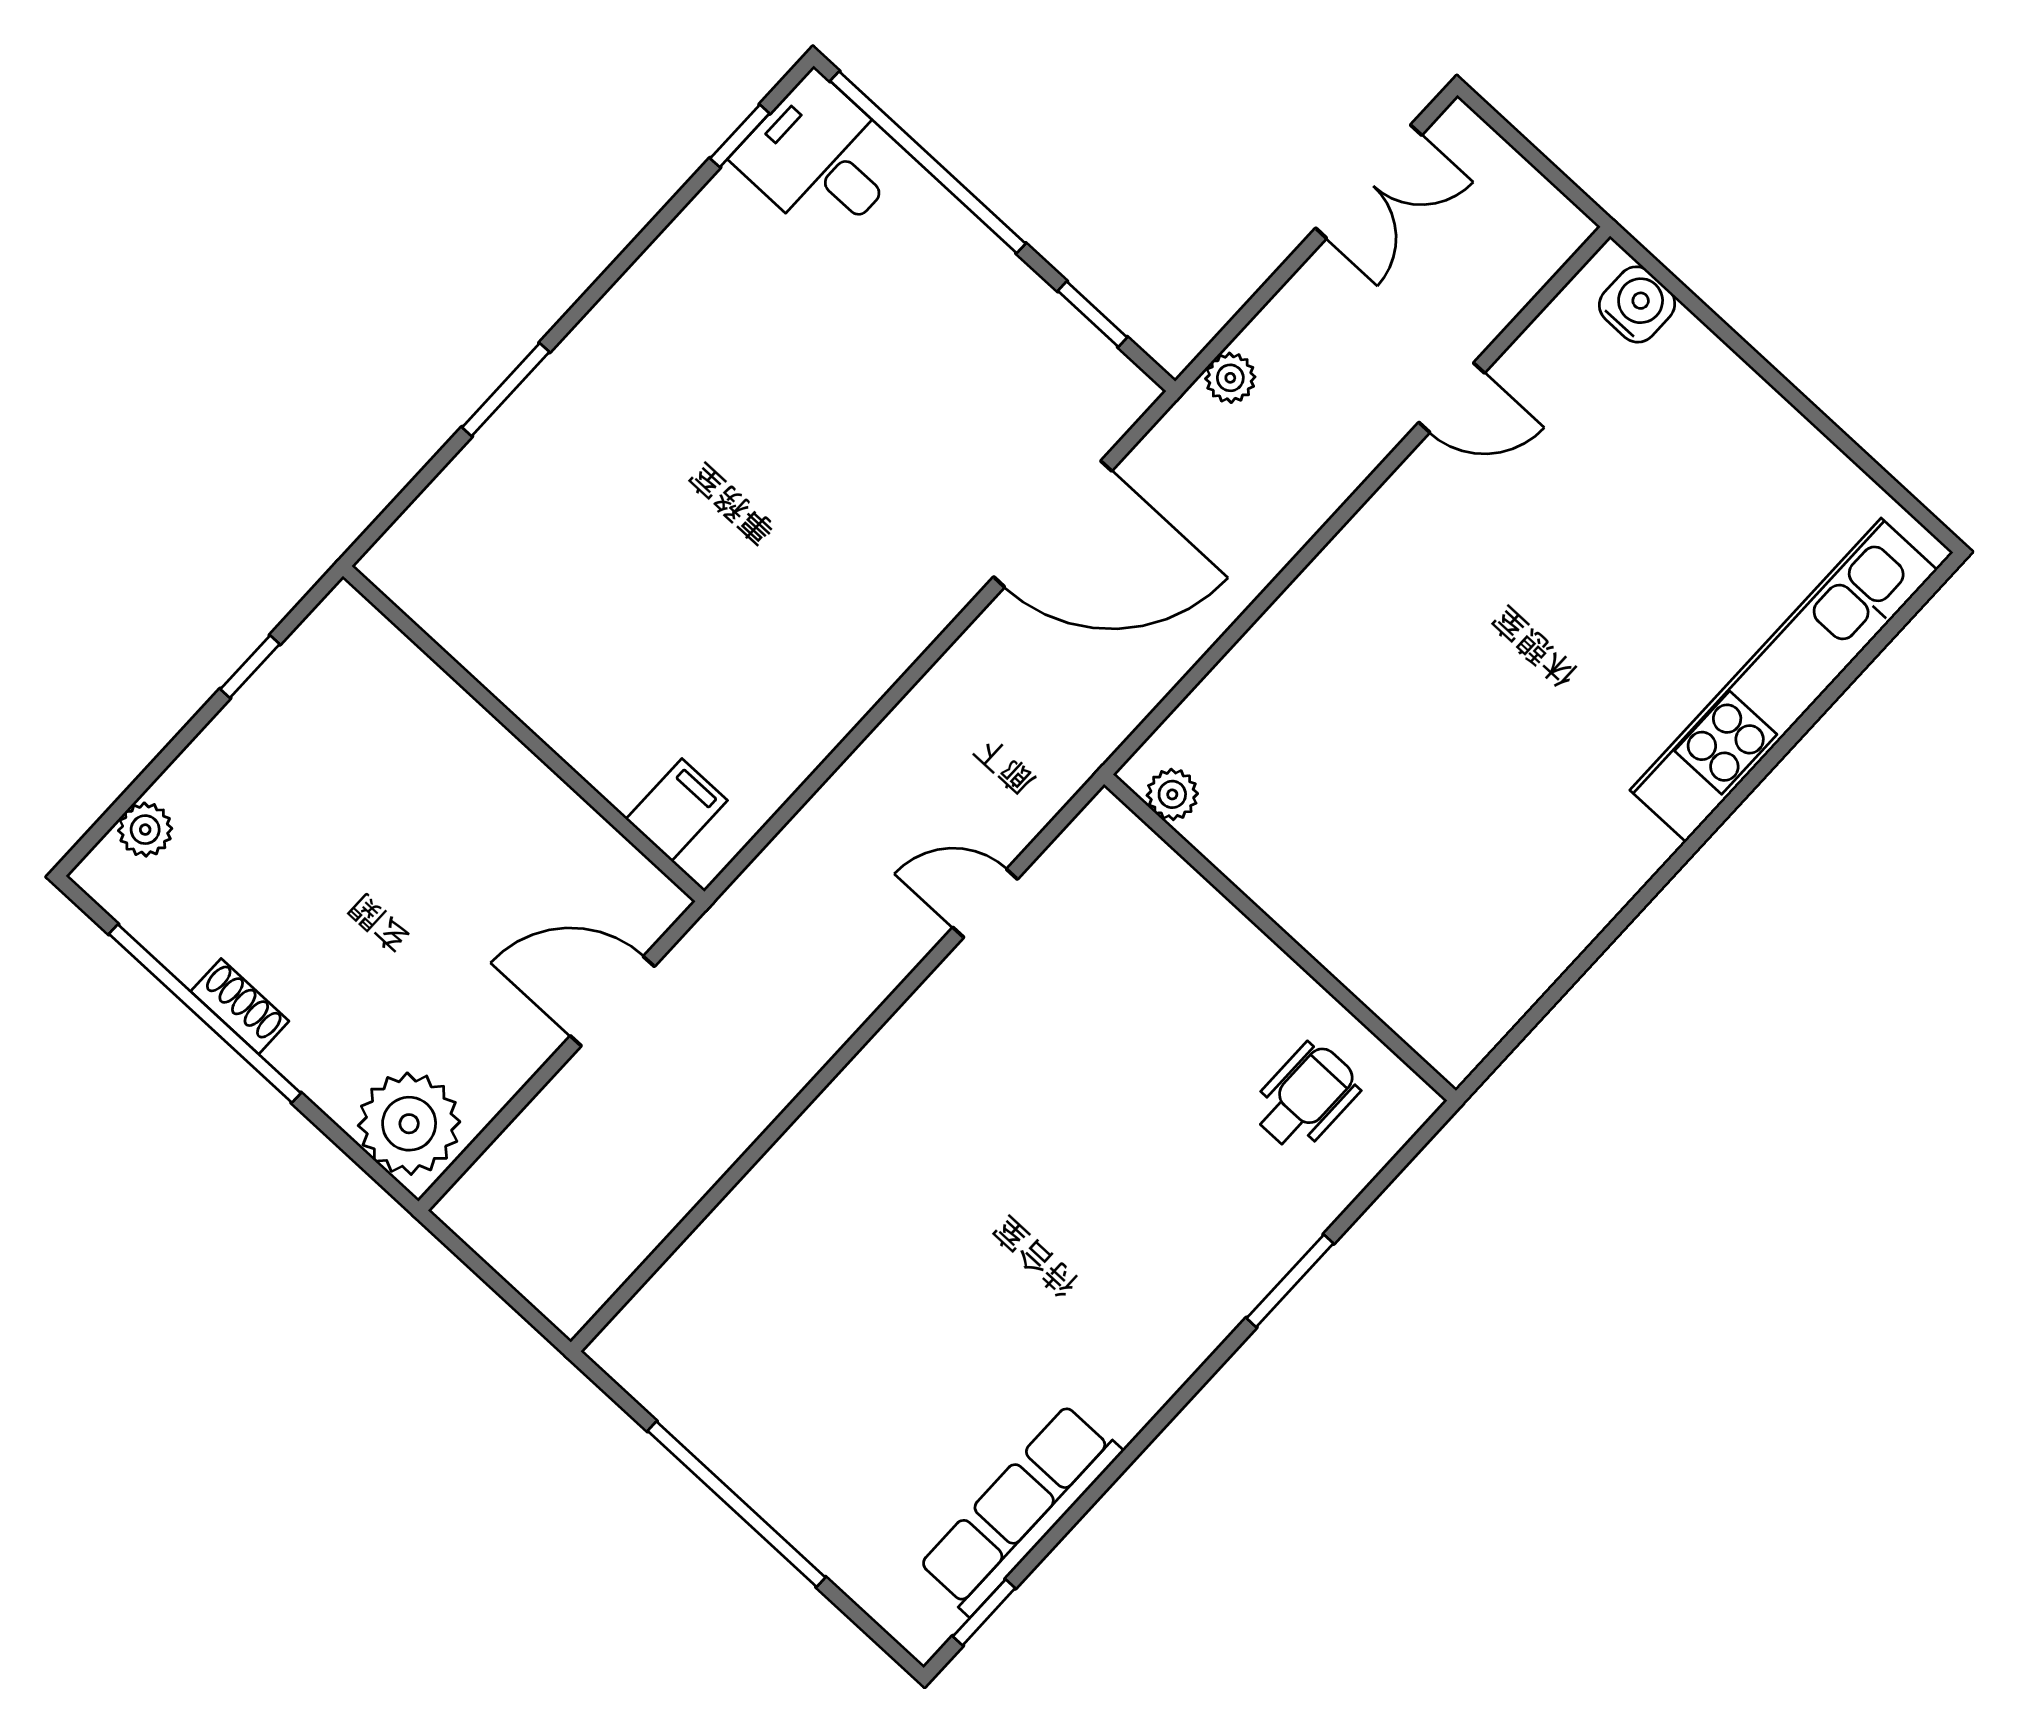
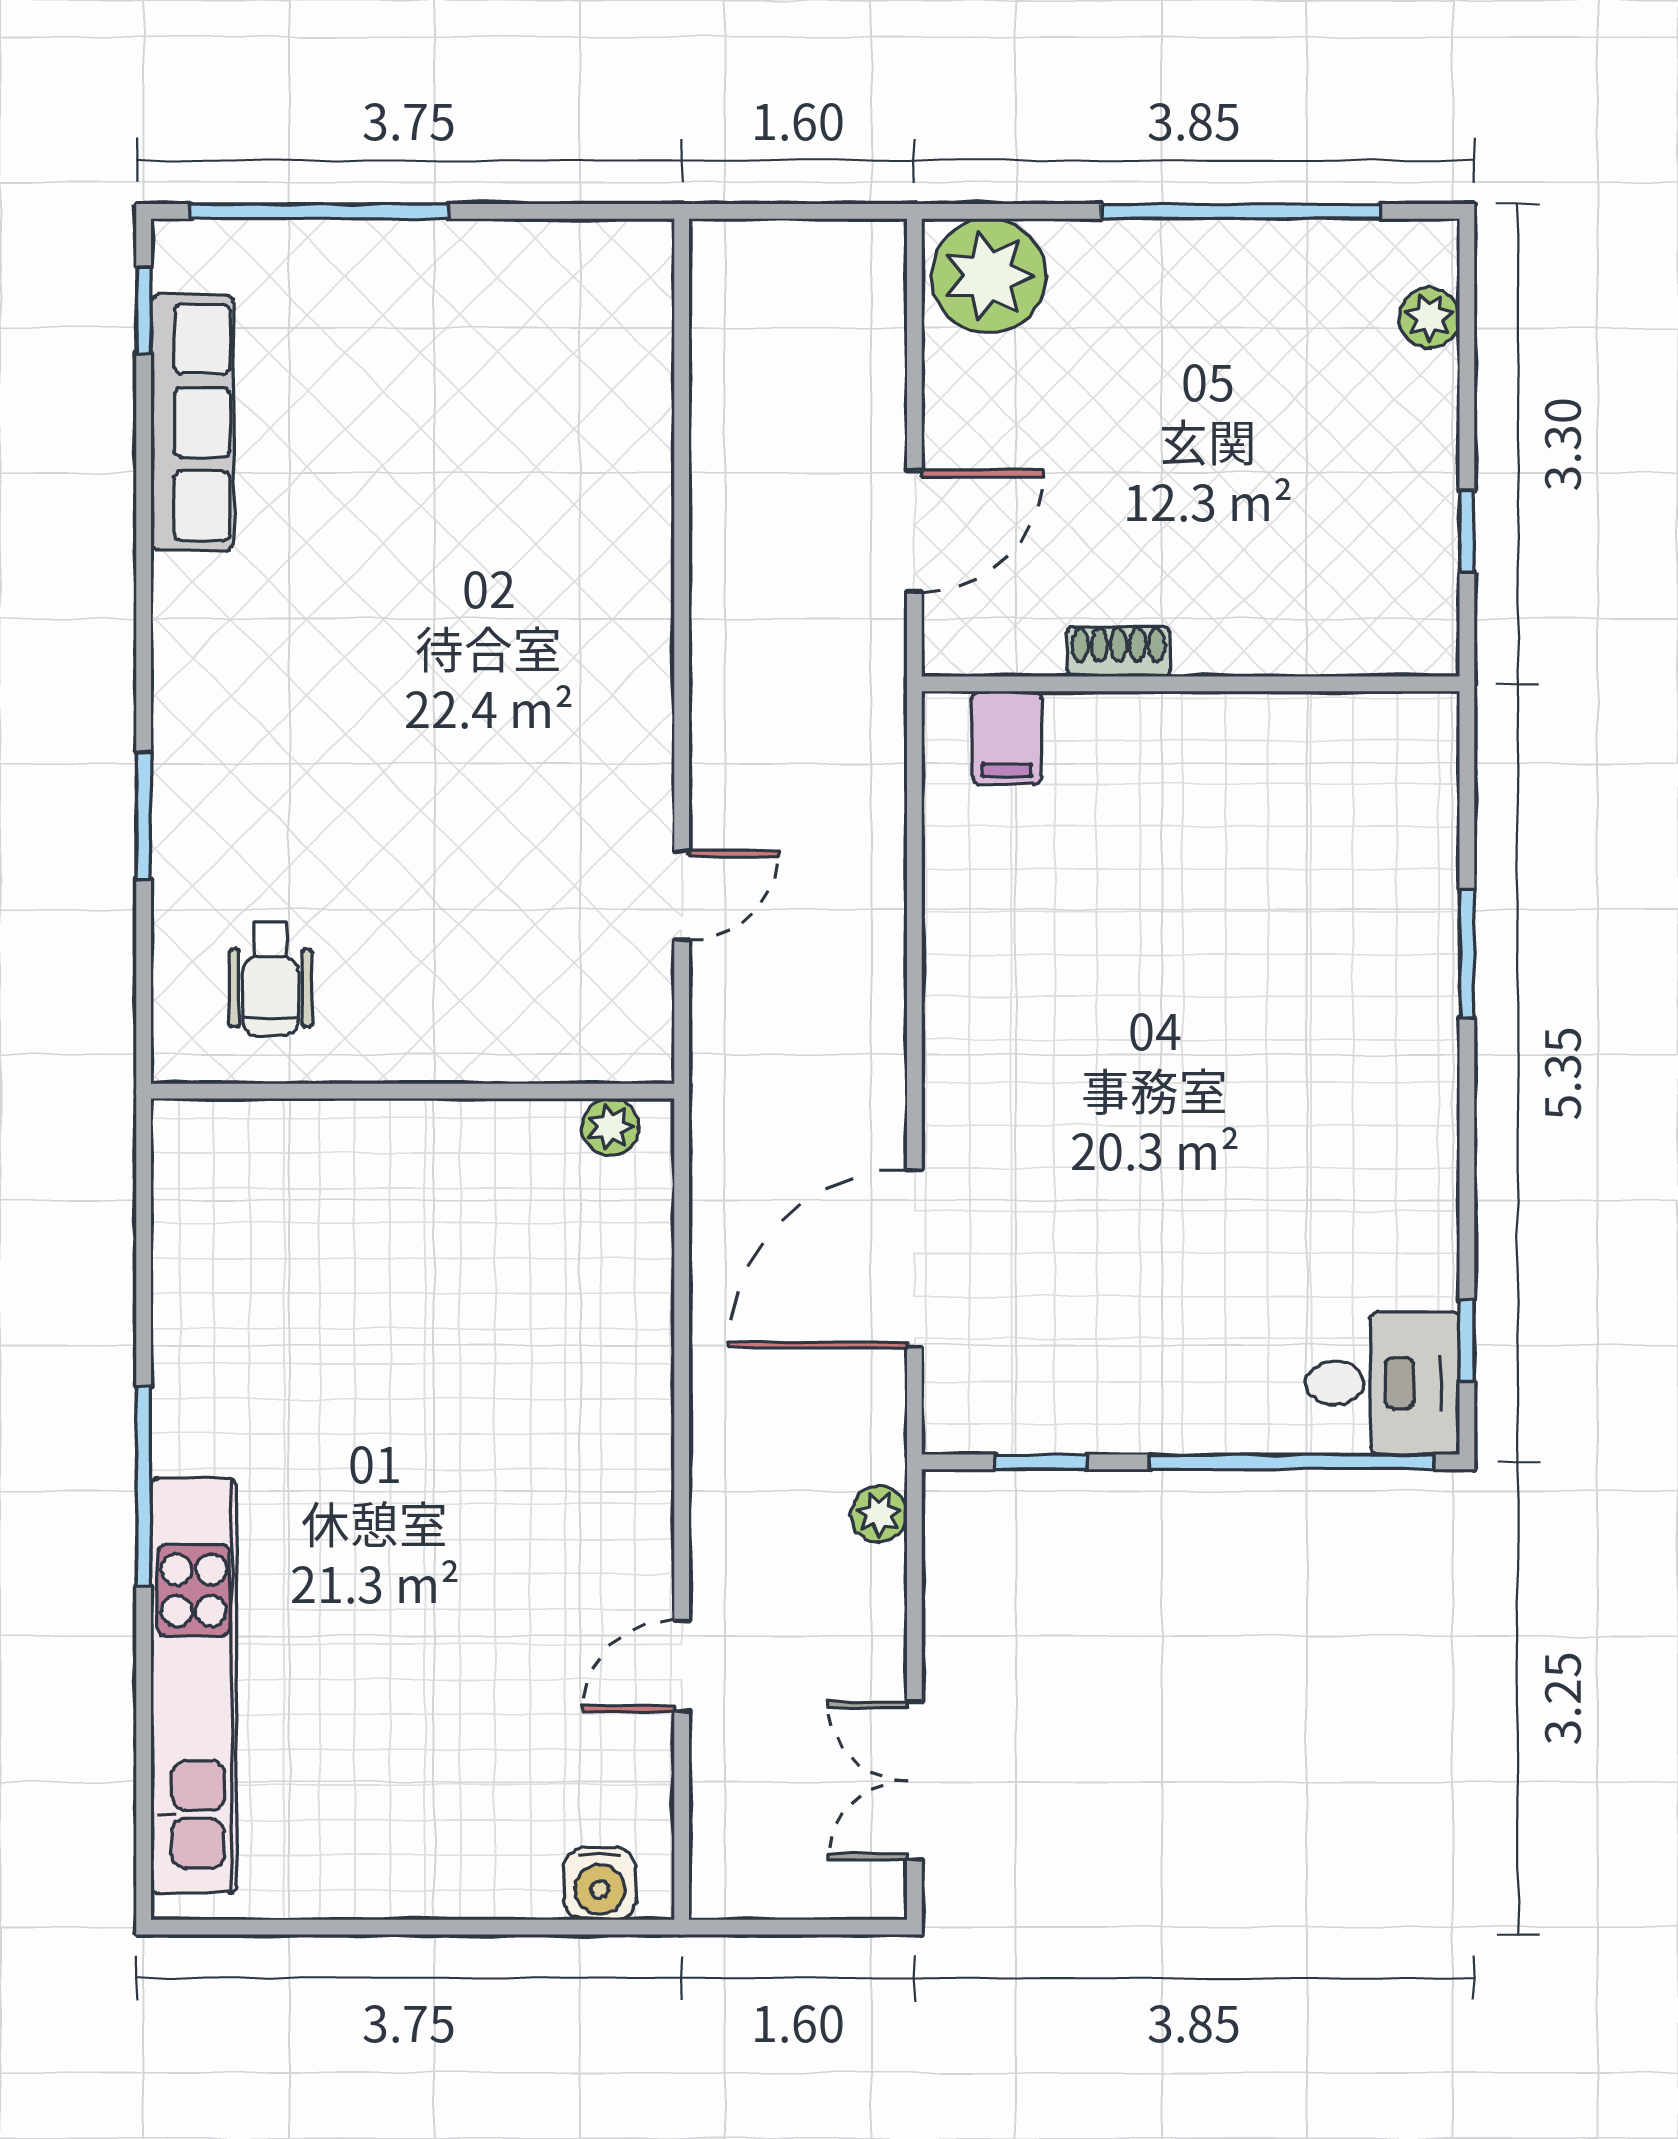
window: (1696, 841) -> (144, 1486), added
shoe rack: (240, 1006) -> (1119, 651), moved, turned 180
window: (737, 1504) -> (319, 211), moved

